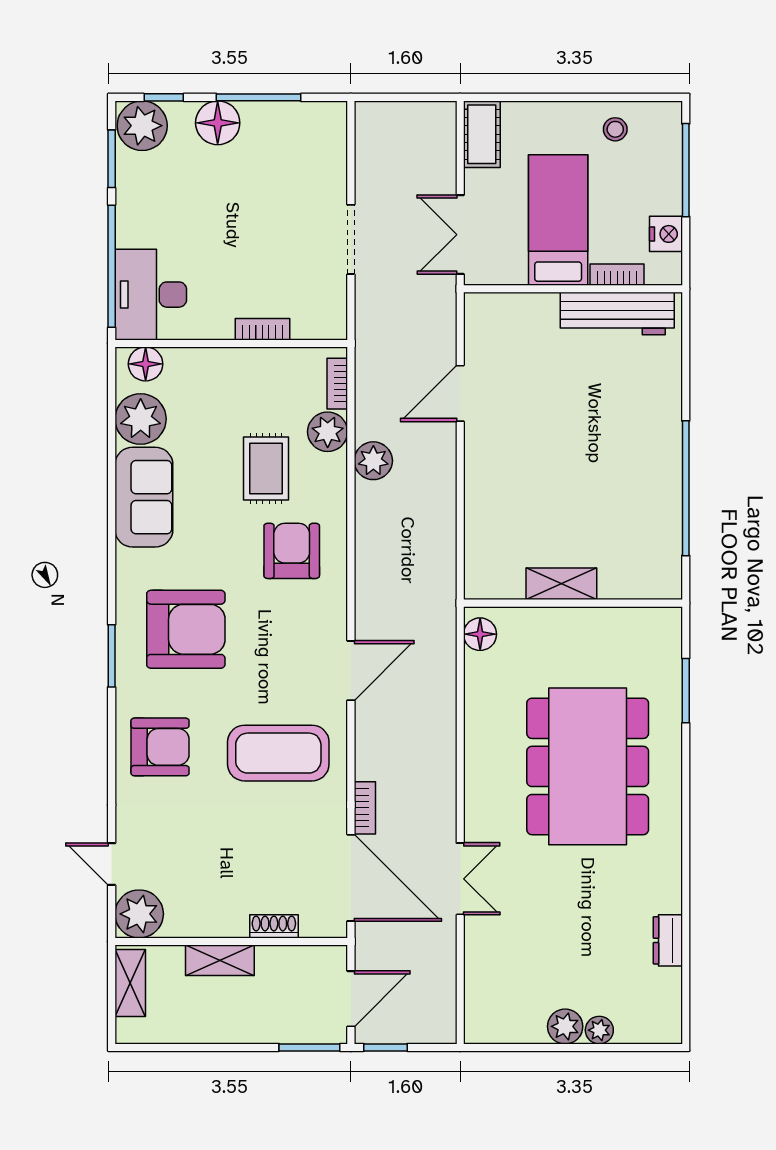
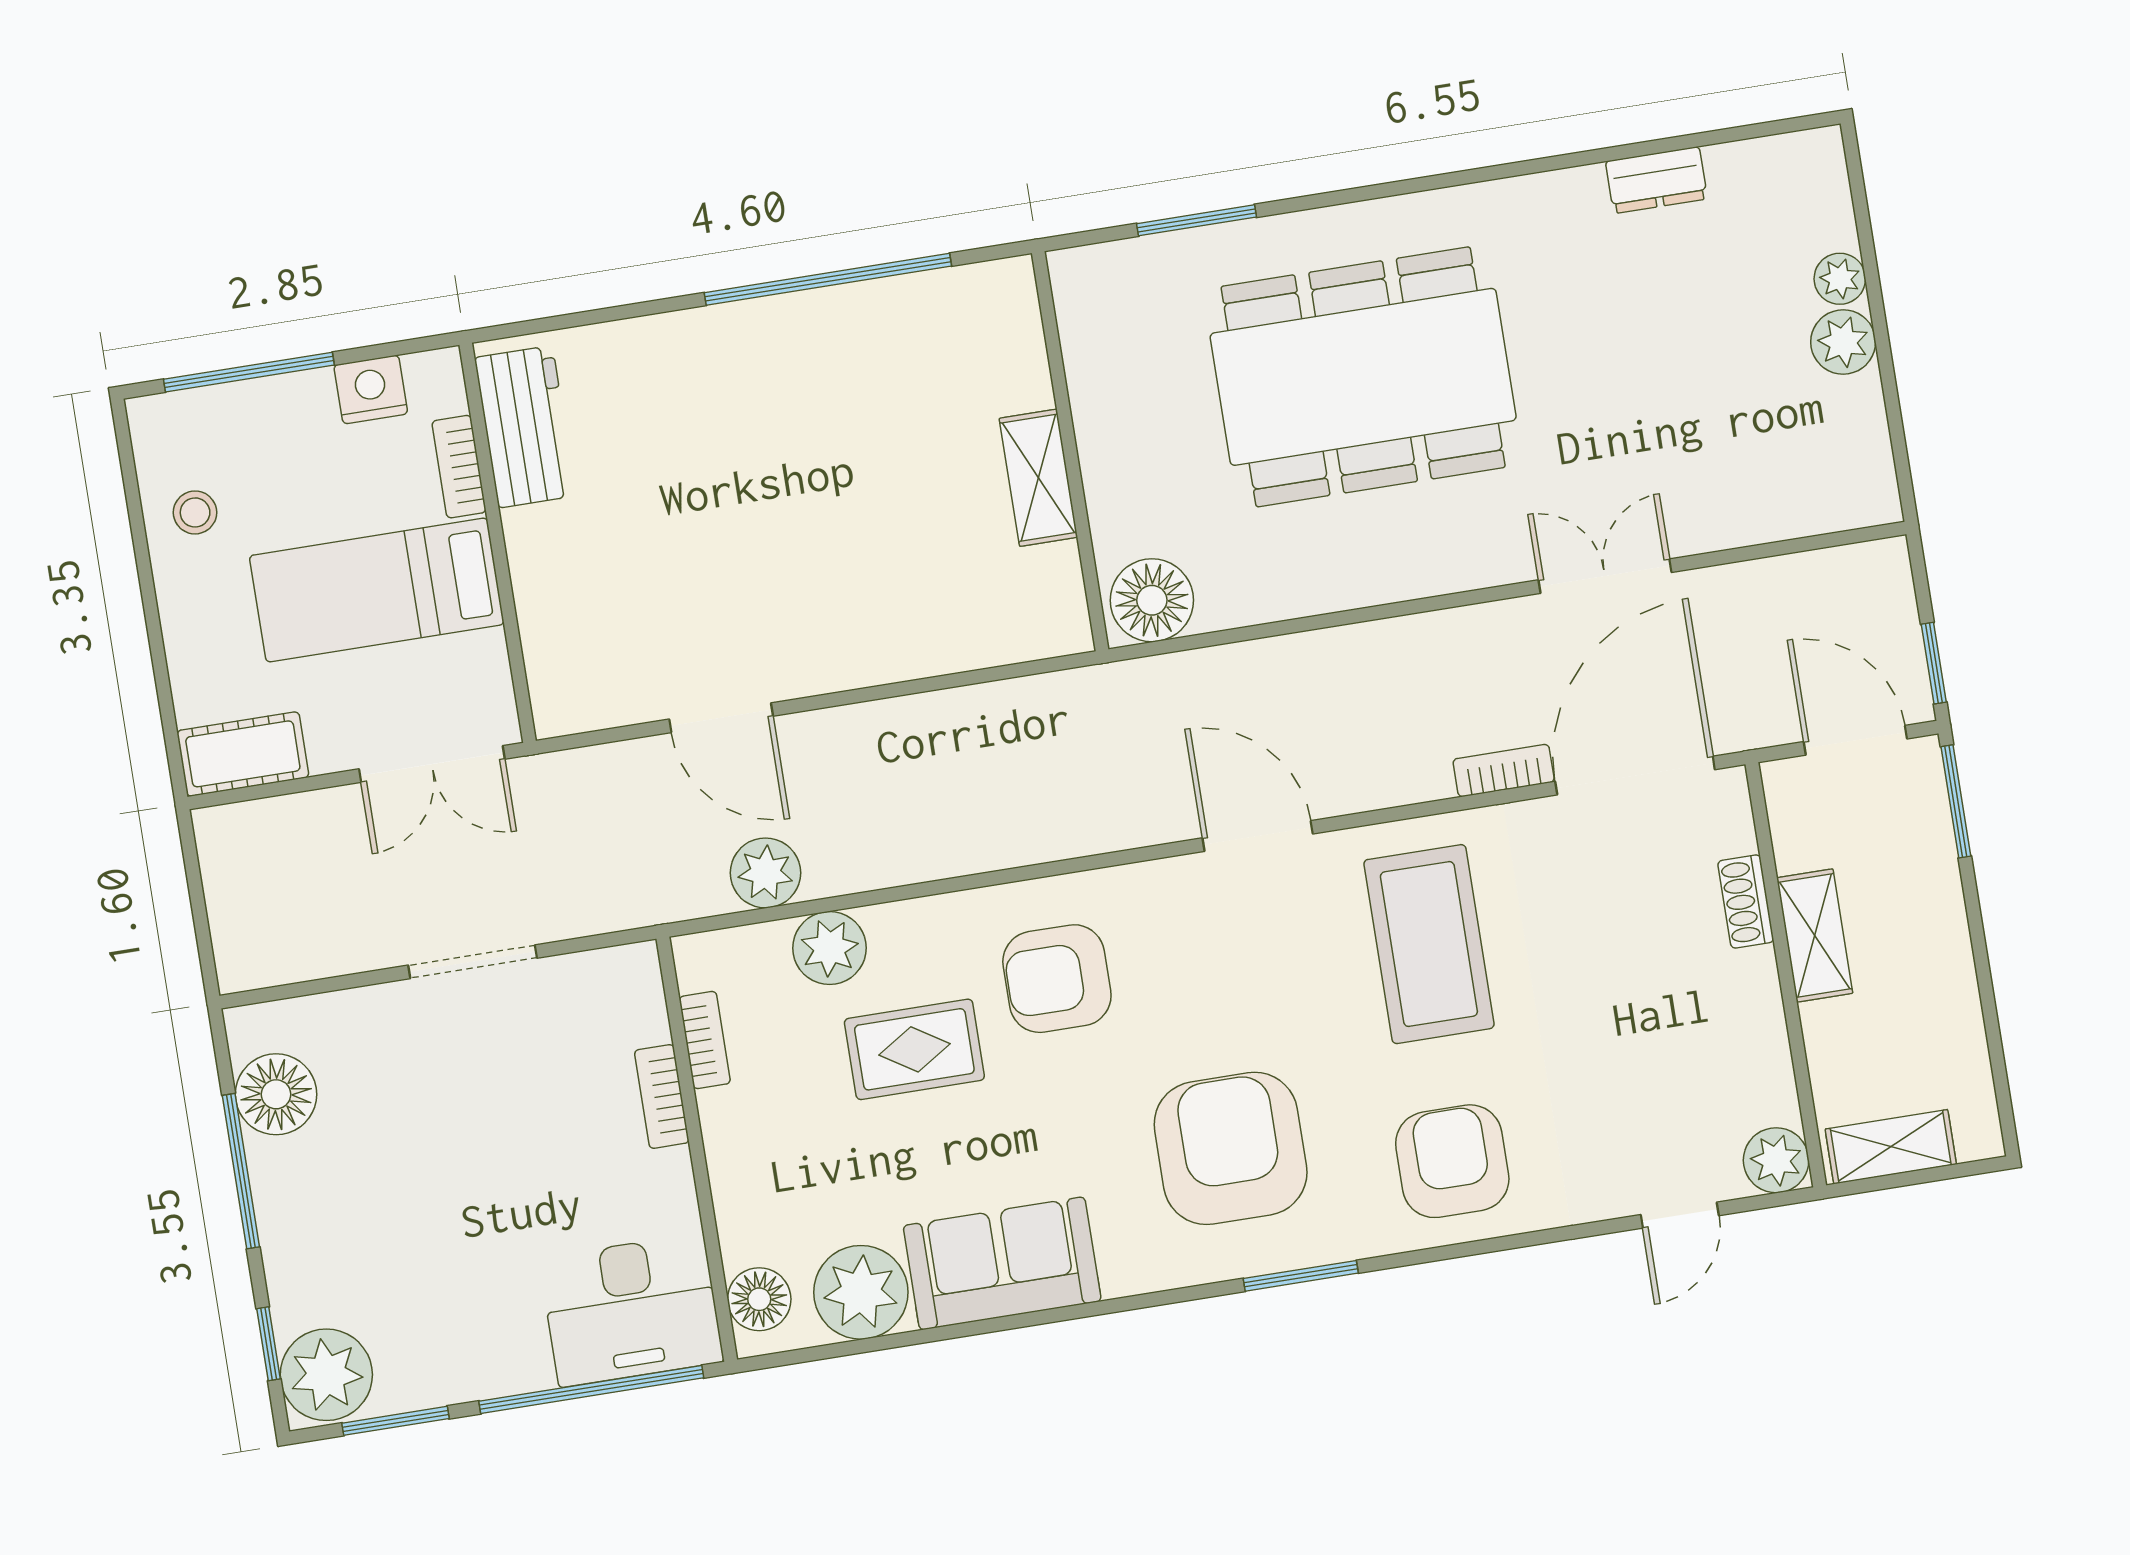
floor lamp: (218, 123) -> (276, 1094), moved
workbench: (617, 314) -> (525, 427), width x0.73
bookcase: (337, 384) -> (705, 1040), moved, turned -90
plant: (373, 461) -> (765, 873), moved
floor lamp: (480, 634) -> (1152, 600), width x1.38, depth x1.38
plant: (139, 914) -> (1776, 1160), width x0.73, depth x0.73
shelving: (220, 960) -> (1815, 935), moved

